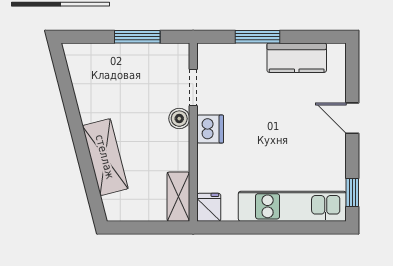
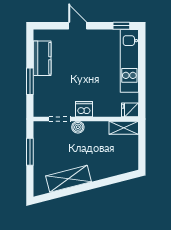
door: (352, 118) -> (78, 26), swing flipped
shelving: (105, 157) -> (69, 179), moved

